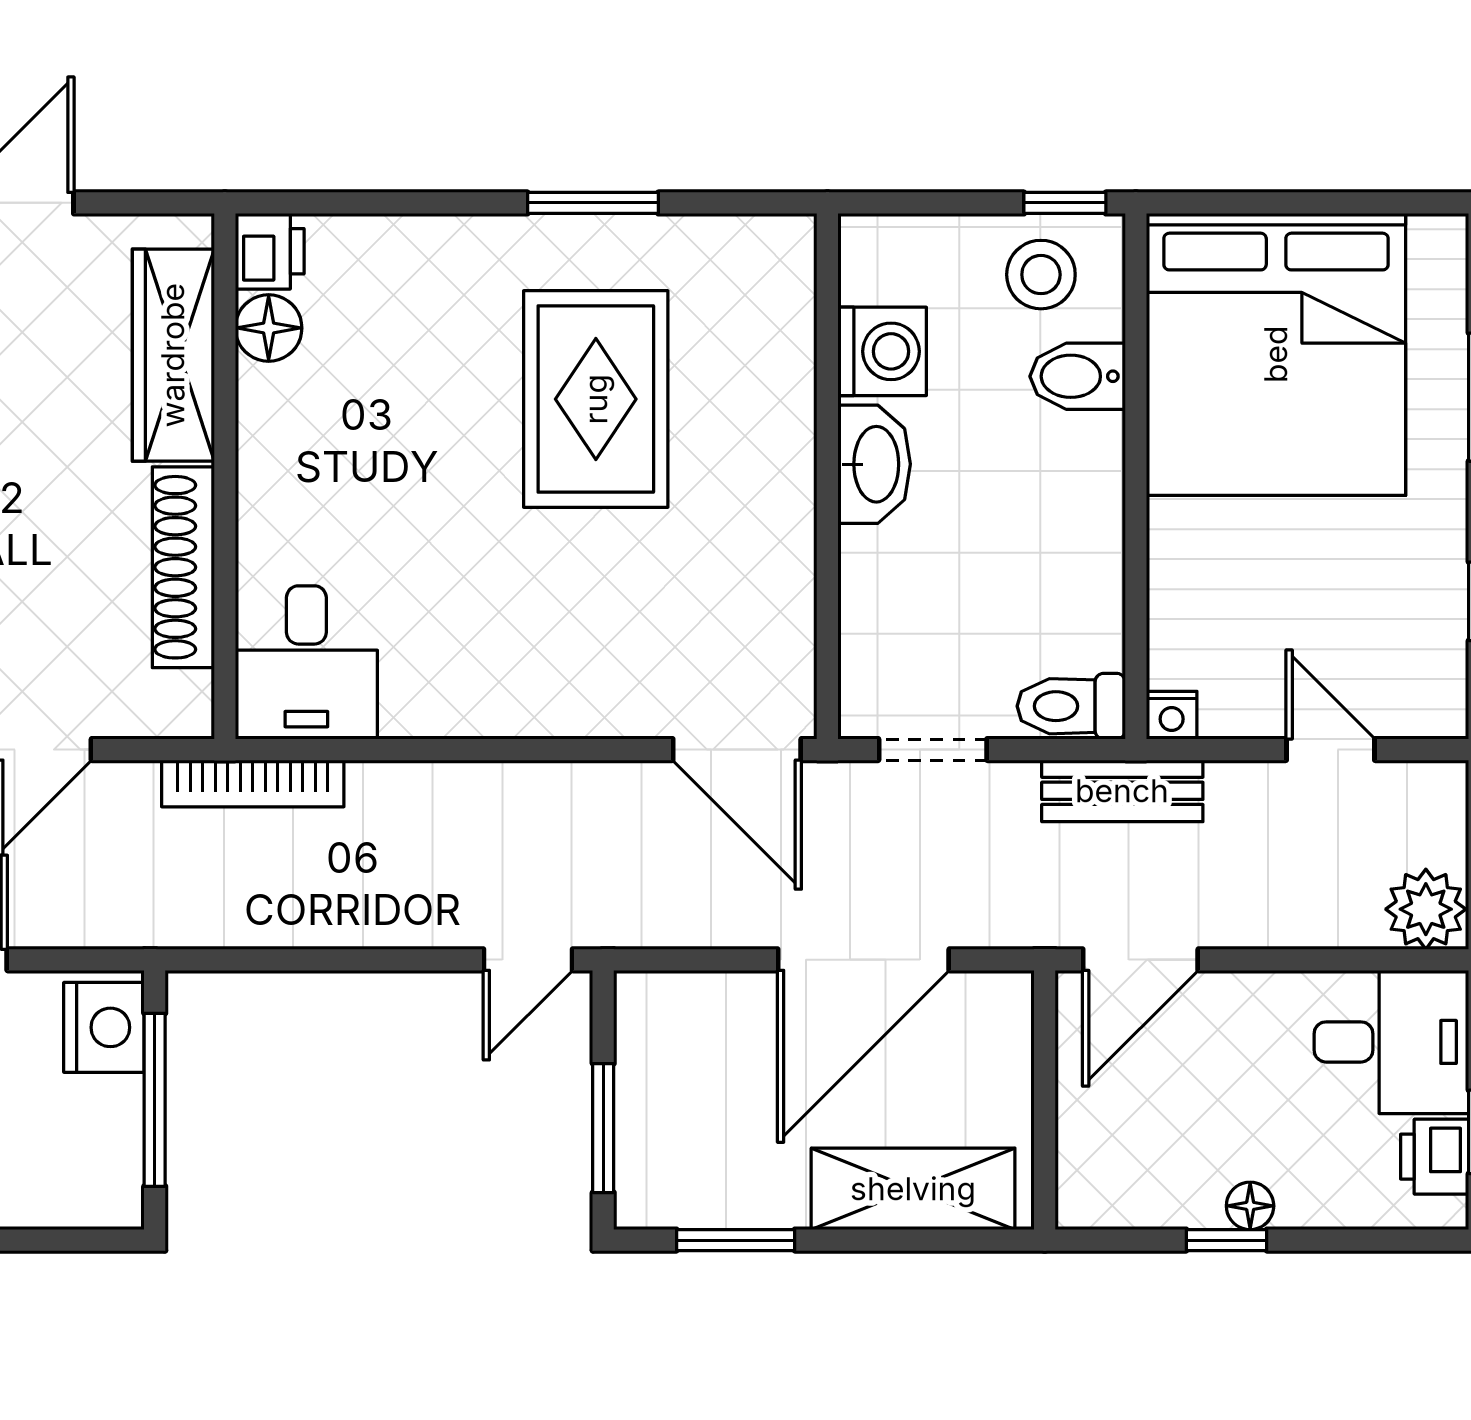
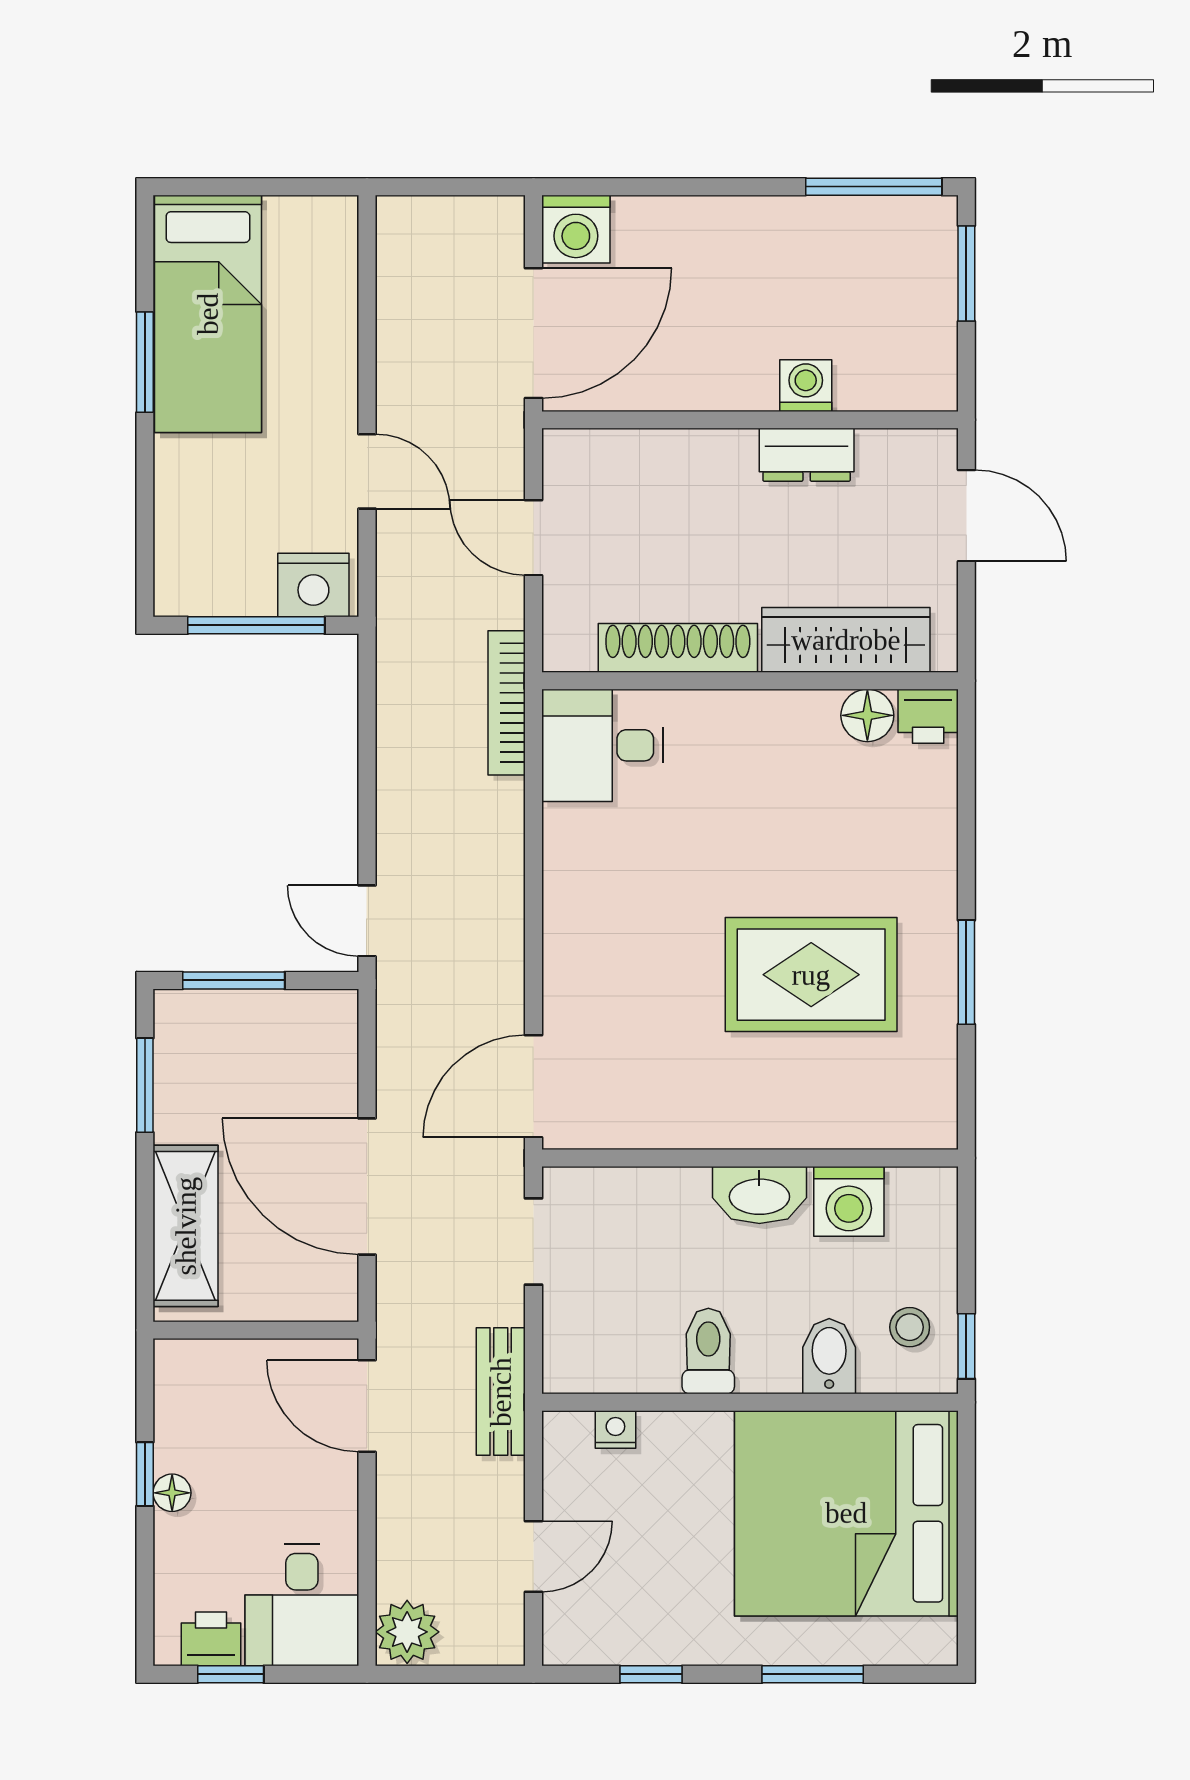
stool: (1041, 275) -> (910, 1327), width x0.73, depth x0.73
toilet: (1071, 706) -> (708, 1351), moved
nightstand: (1172, 715) -> (615, 1430), moved, turned 90

